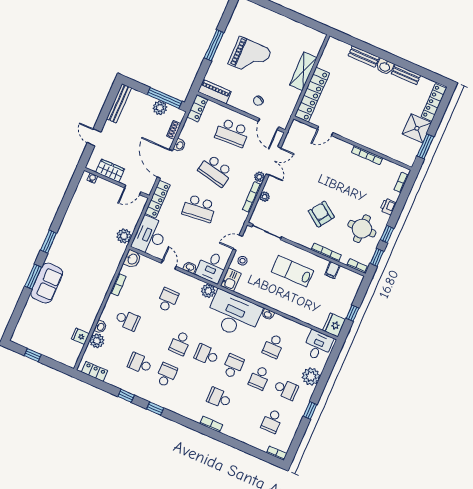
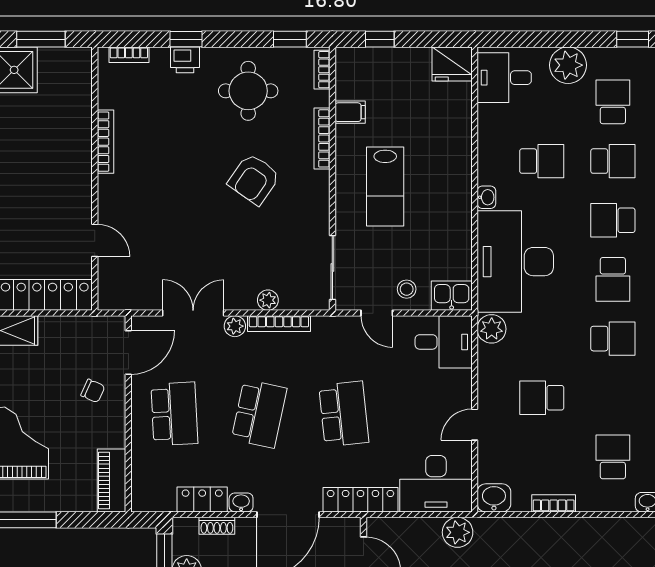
locker: (197, 108) -> (202, 499), moved
window: (387, 234) -> (186, 39), moved
washbasin: (190, 267) -> (462, 382), removed
window: (352, 313) -> (380, 39), moved

